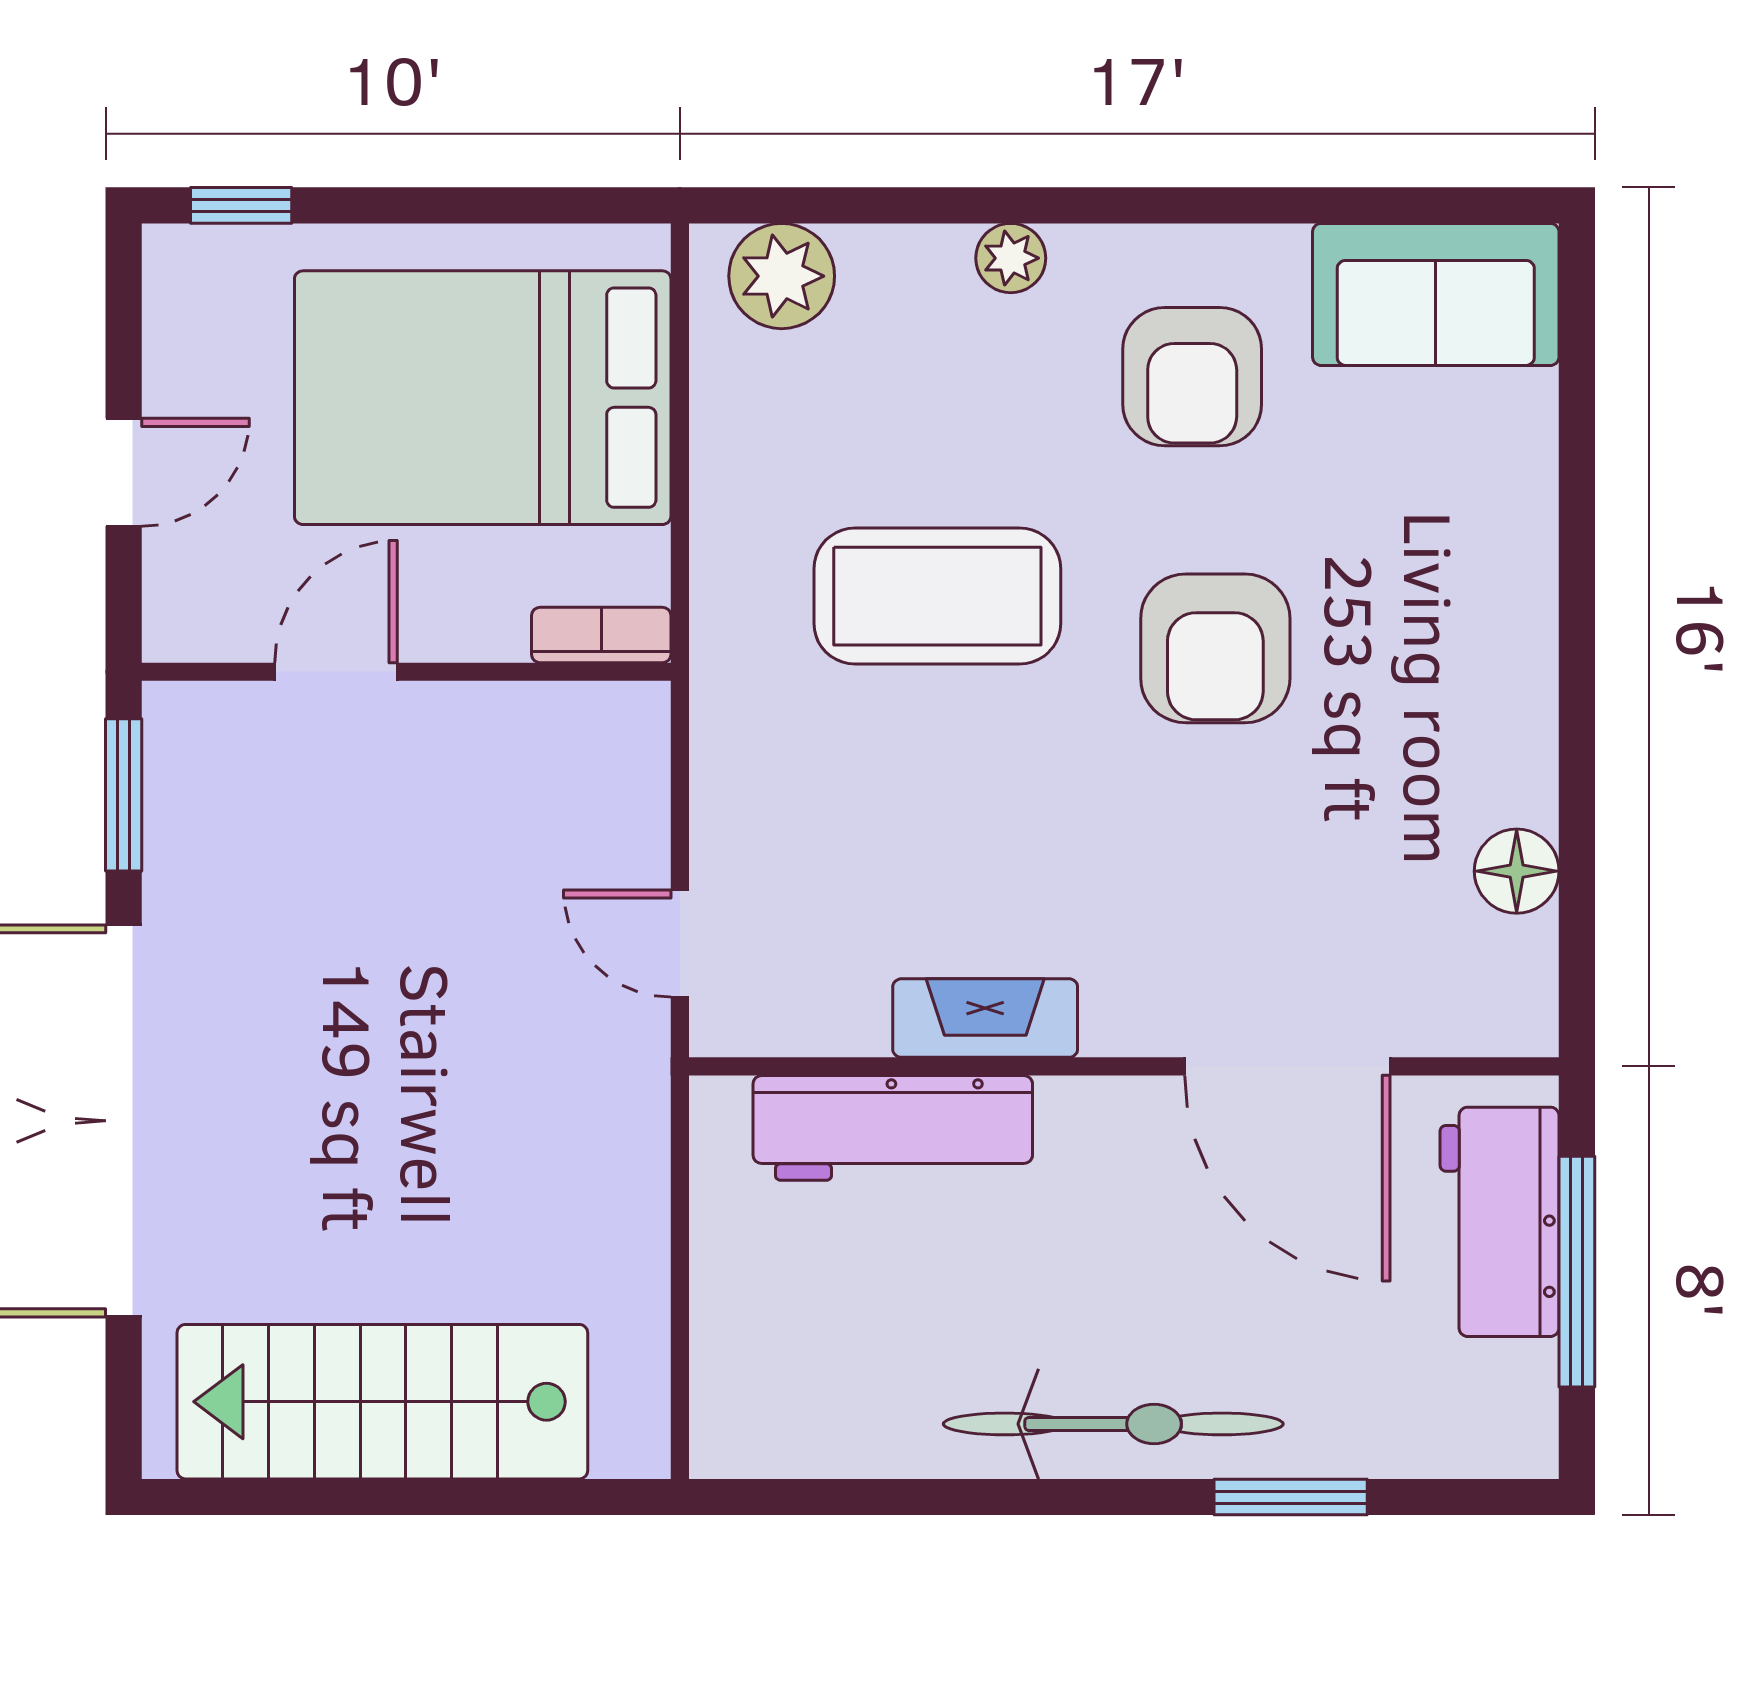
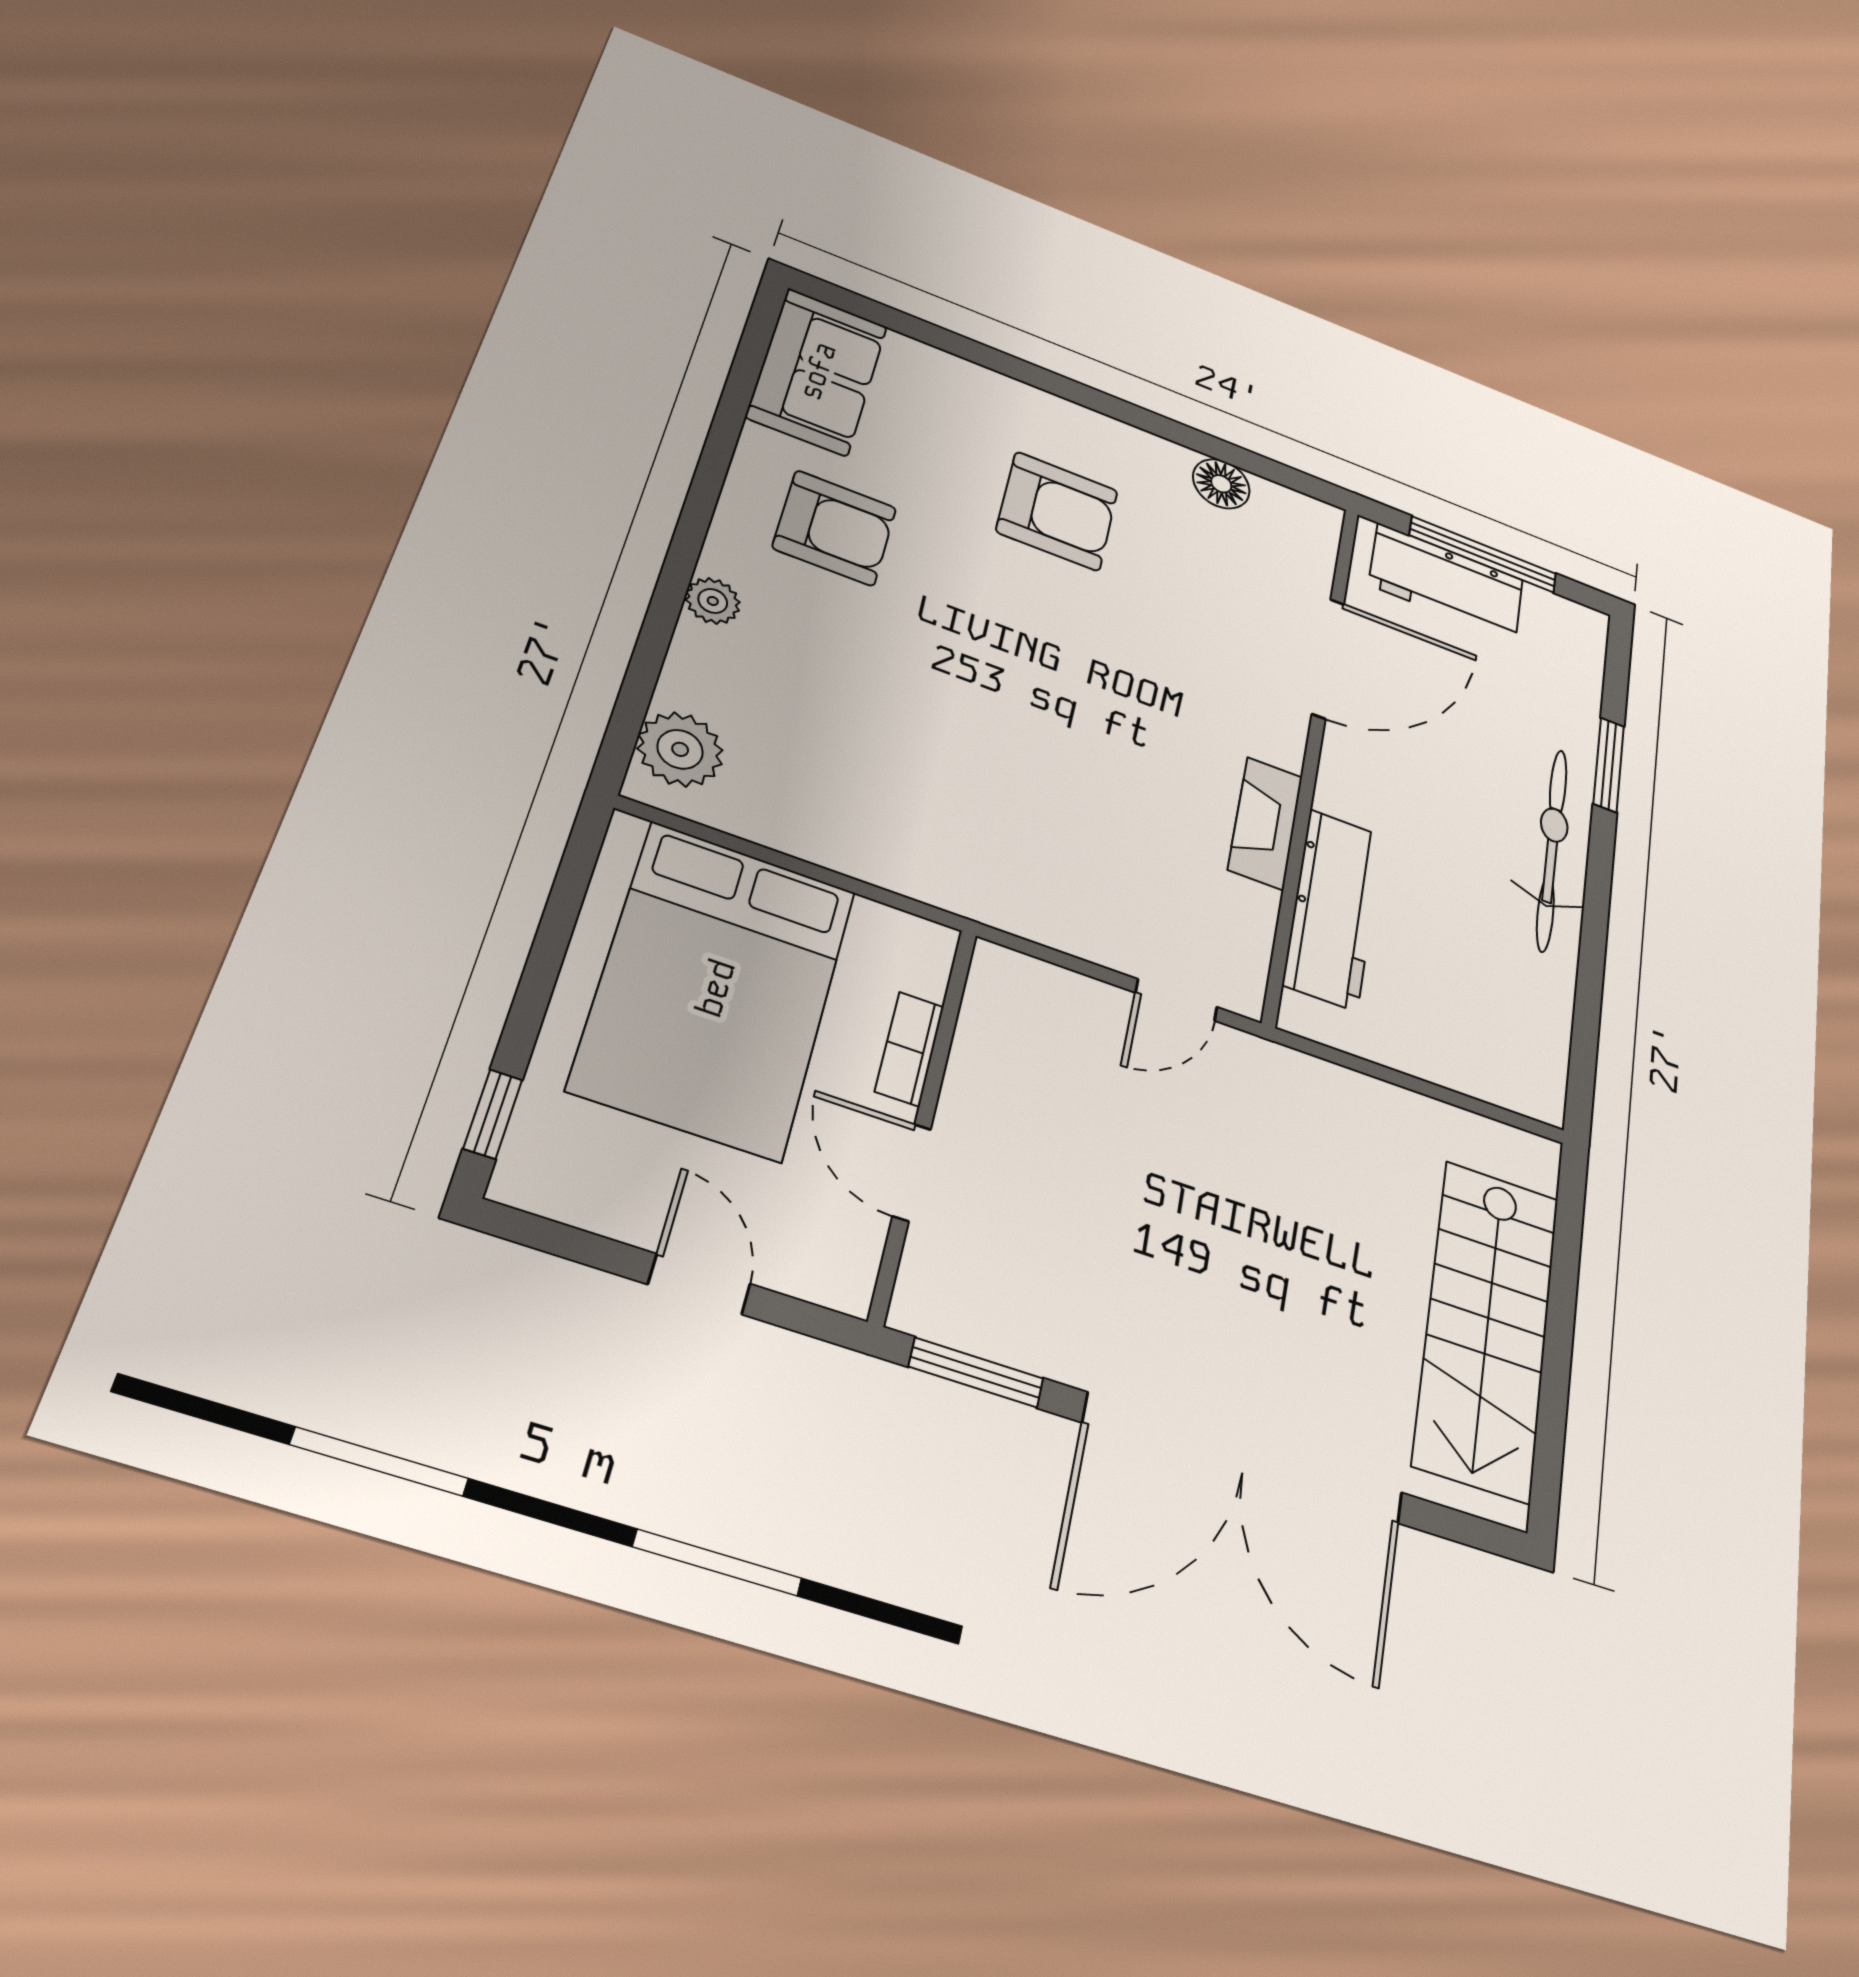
coffee table: (937, 596) -> (954, 740), removed
bookcase: (601, 635) -> (909, 1049), moved
armchair: (1215, 648) -> (1057, 511), moved

